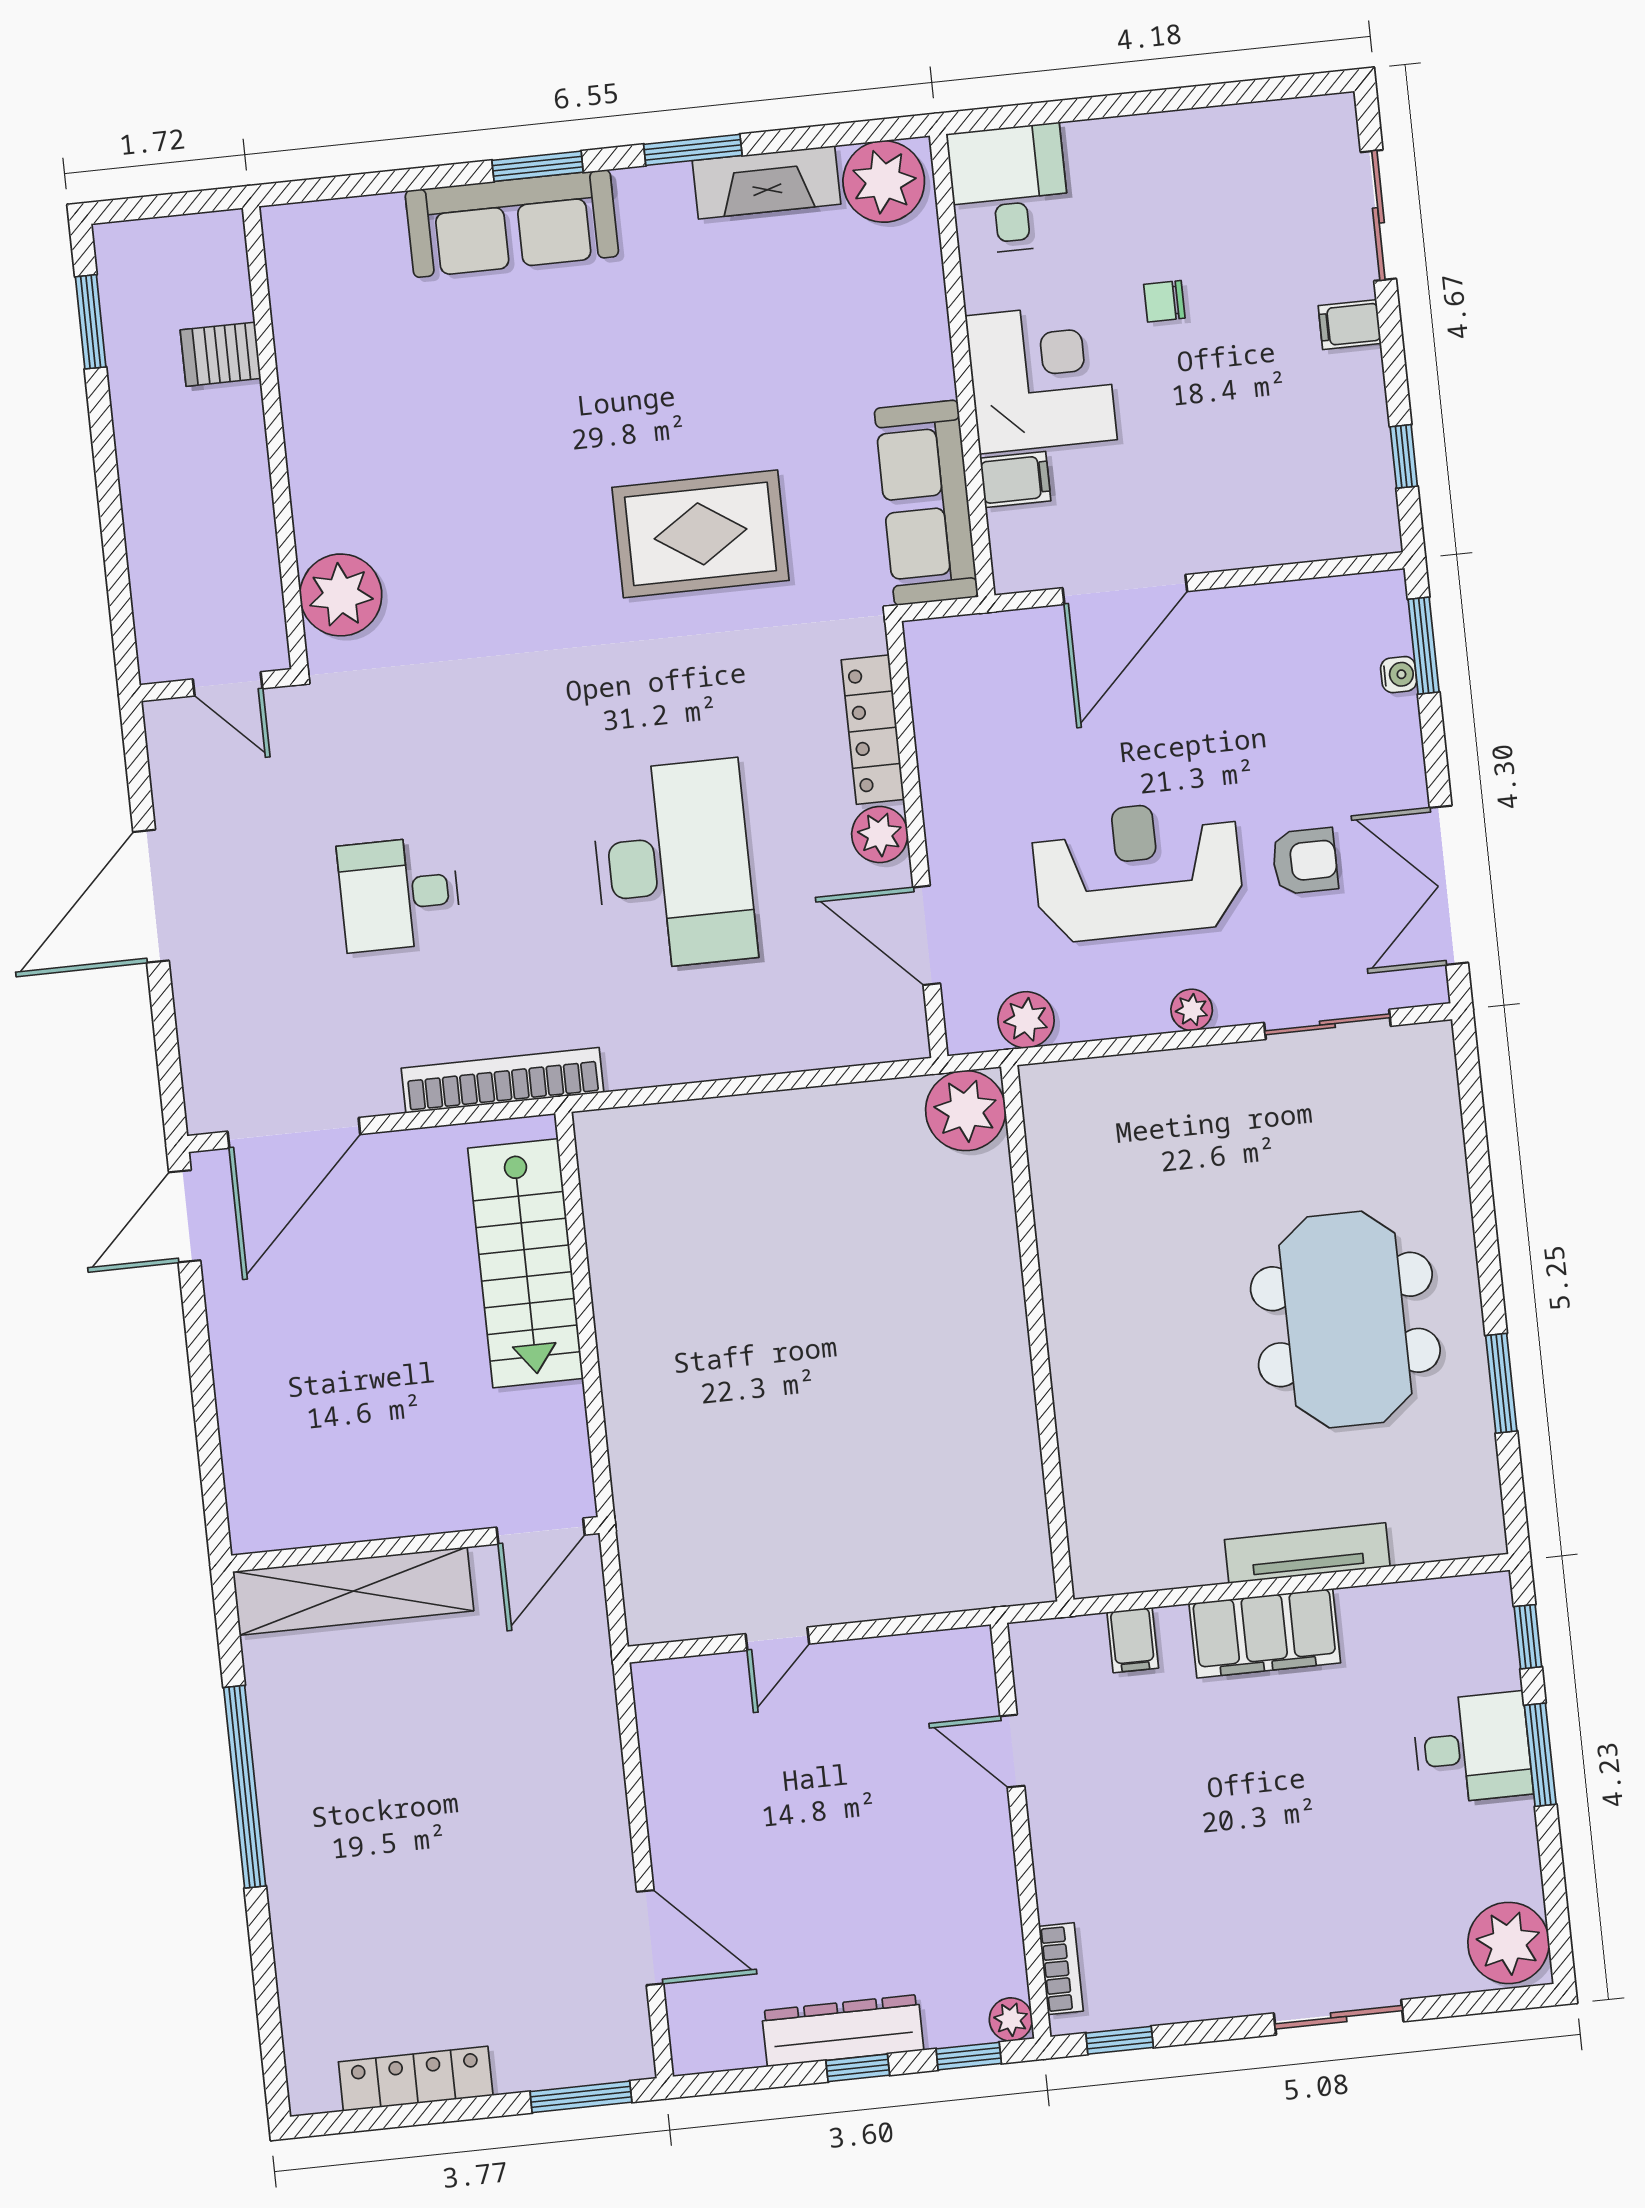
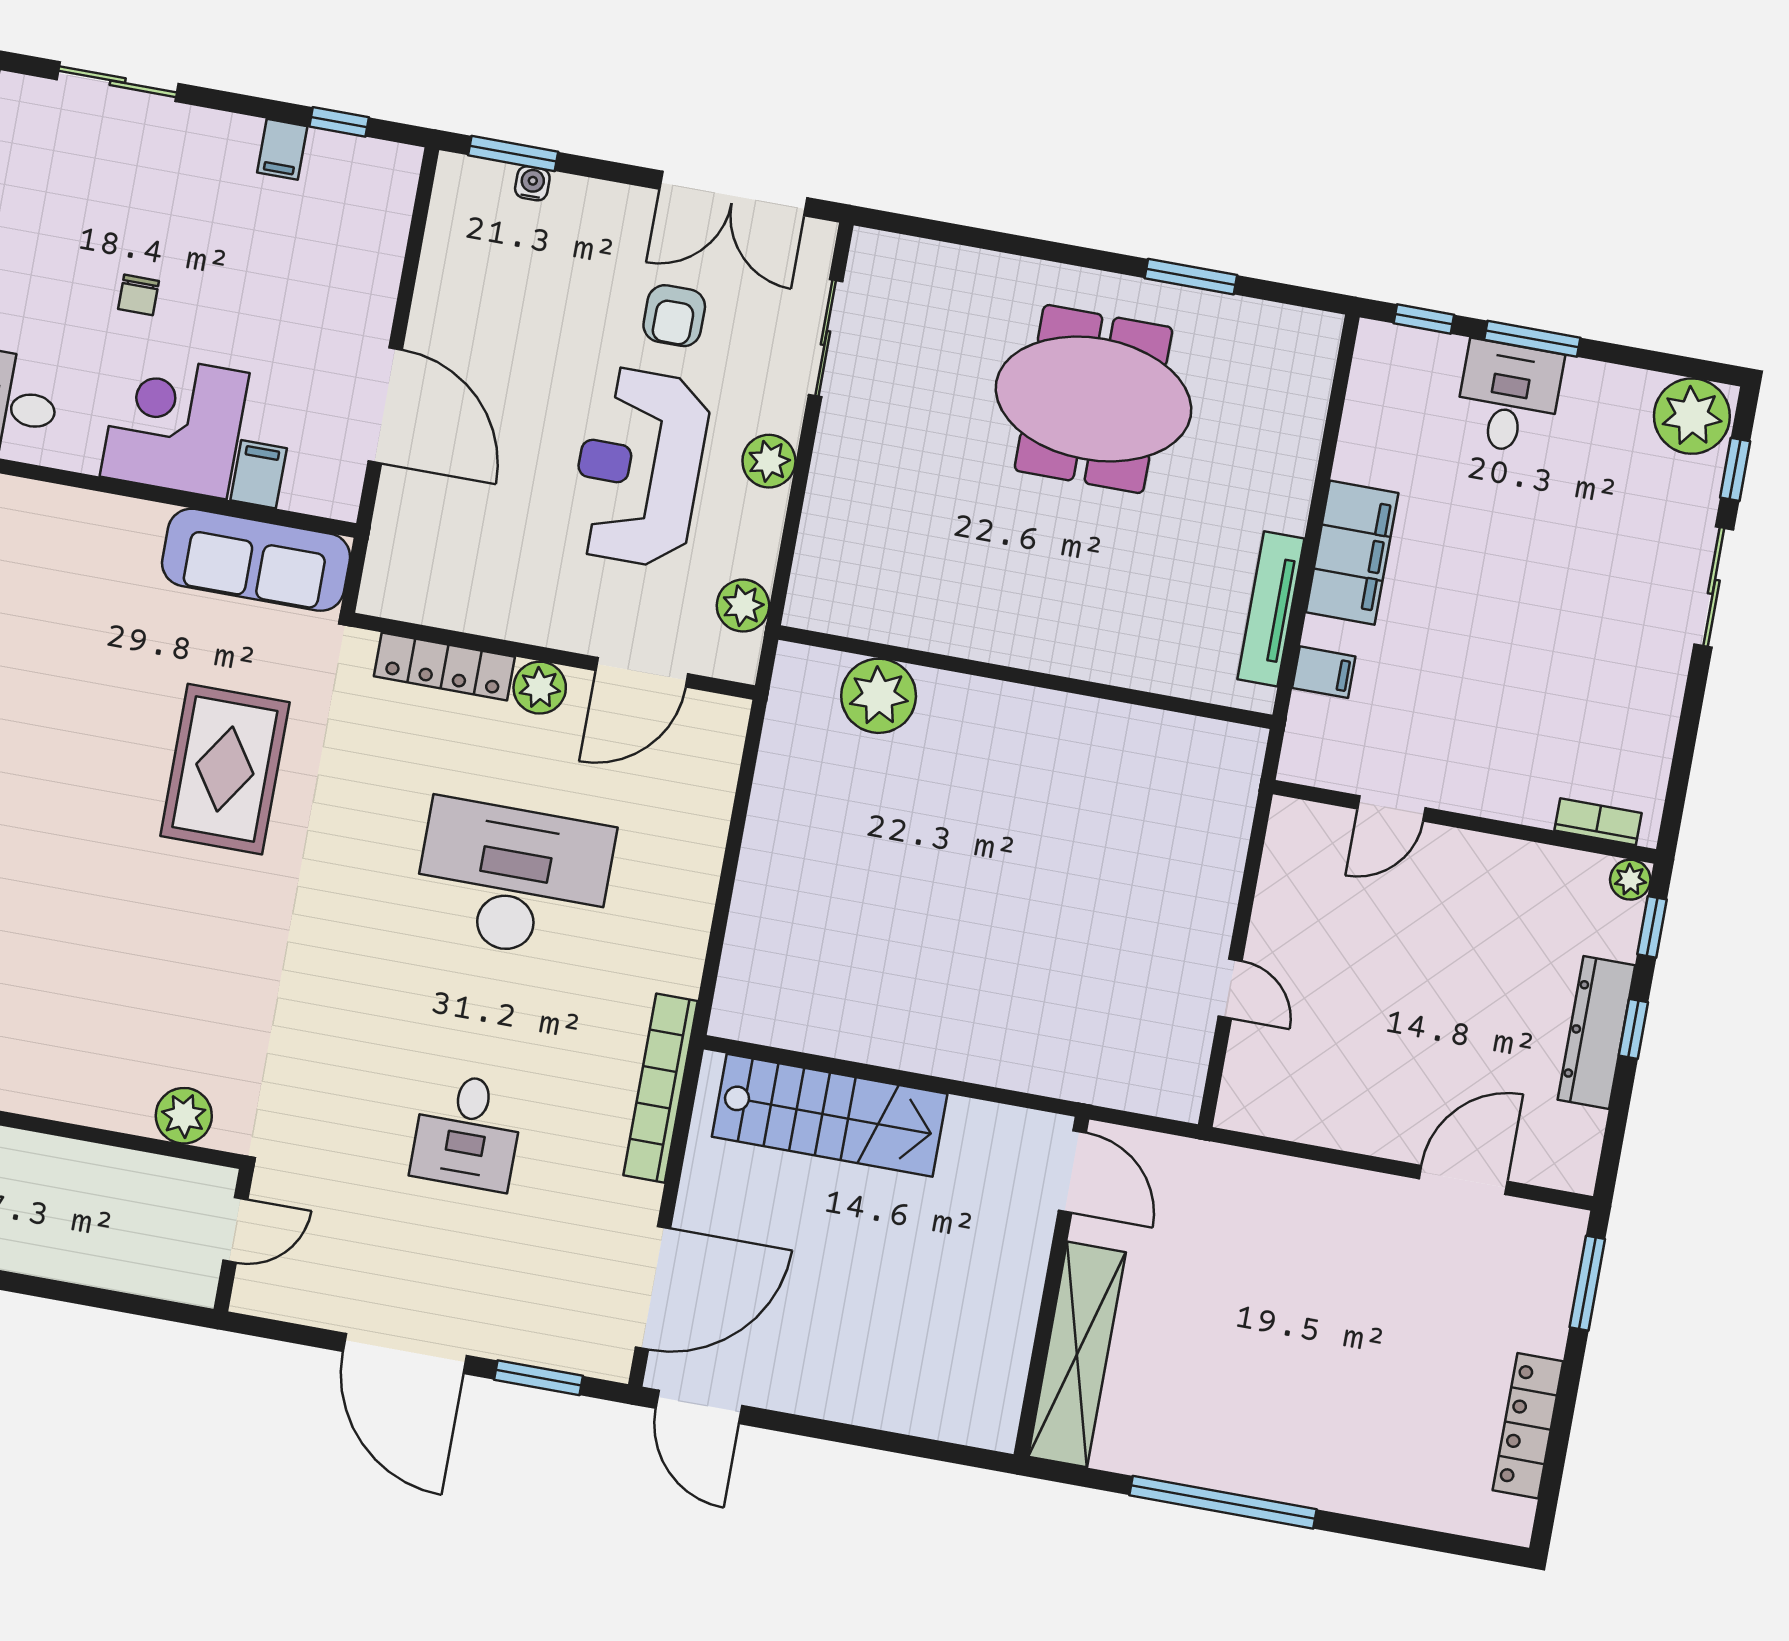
filing cabinet: (1350, 325) -> (282, 149), moved
plant: (341, 595) -> (184, 1116), width x0.73, depth x0.73
armchair: (1305, 861) -> (674, 316), turned 180
plant: (1192, 1010) -> (769, 461), width x1.38, depth x1.38
window: (166, 1042) -> (538, 1378), added
plant: (966, 1111) -> (879, 696), moved
door: (294, 1133) -> (653, 1288), hinge flipped
tv unit: (1307, 1553) -> (1271, 609), moved
window: (1120, 2040) -> (1735, 469), moved

